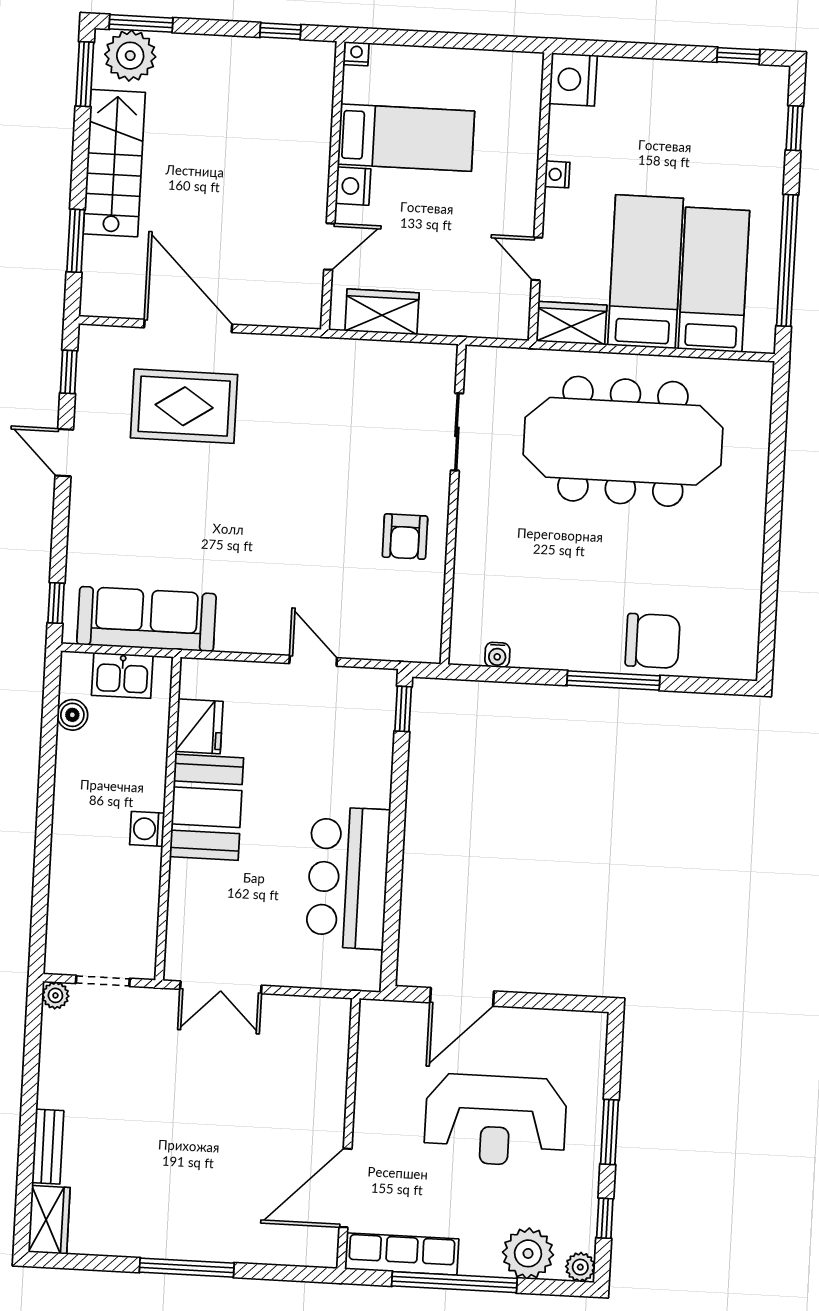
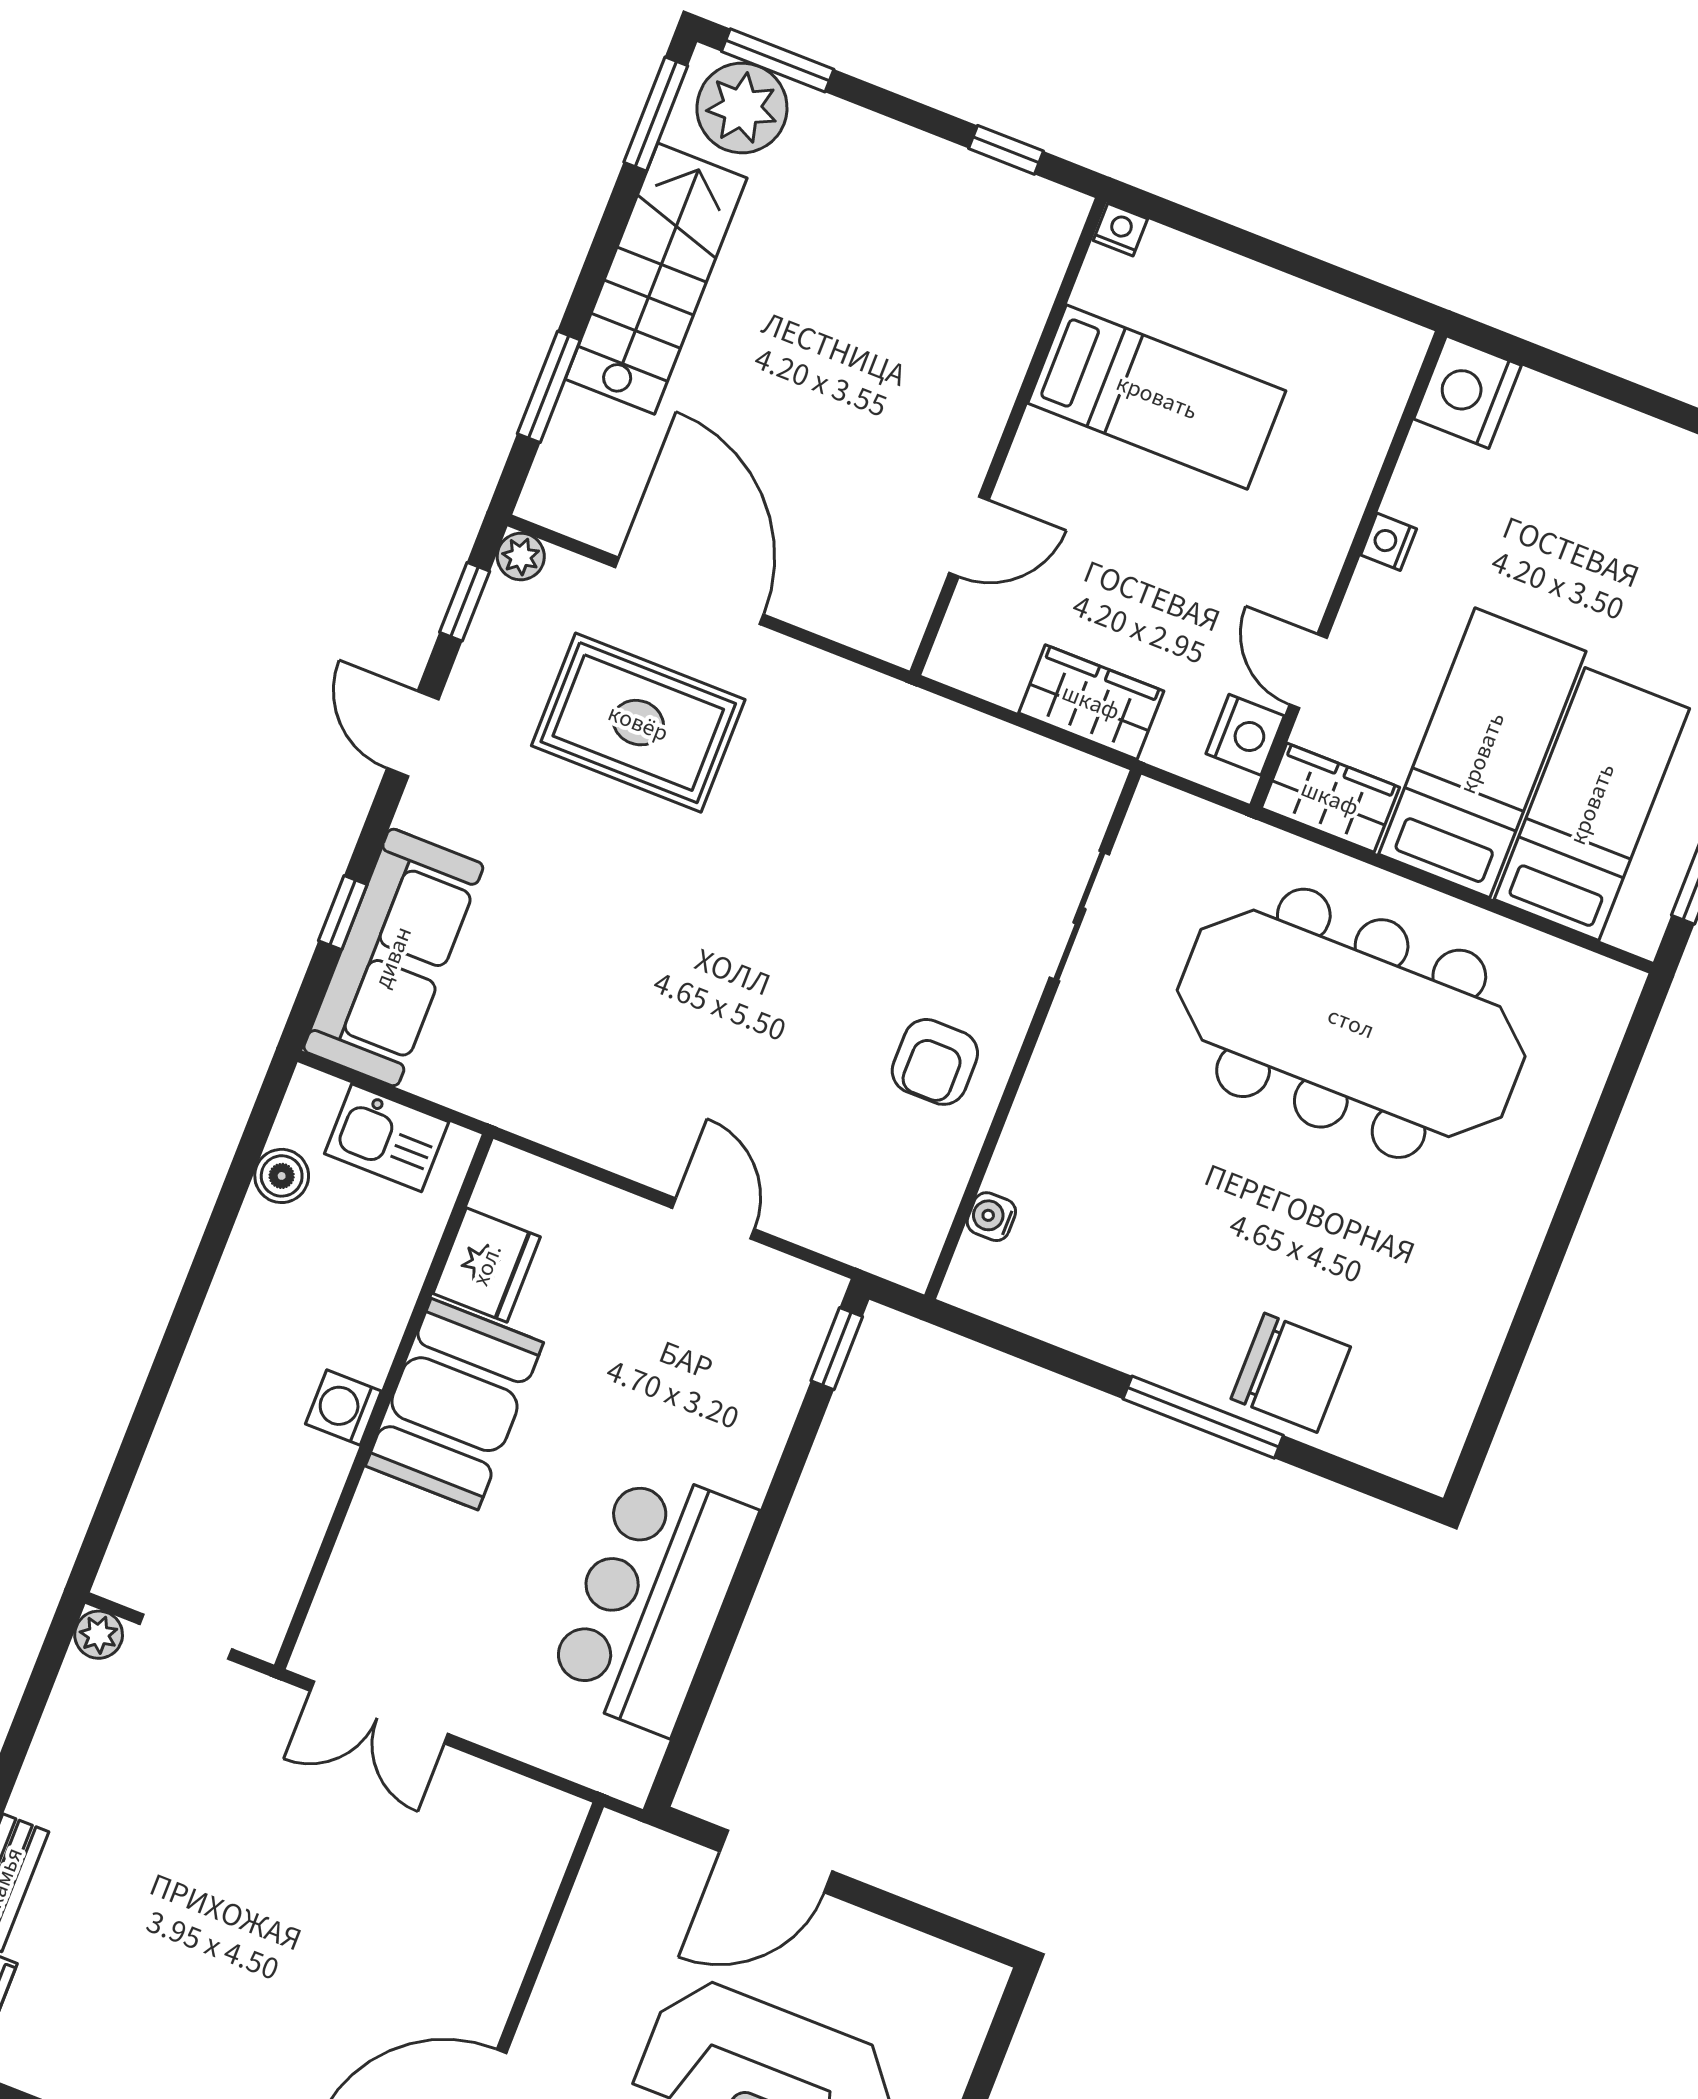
nightstand: (353, 186) -> (1245, 735), moved, turned 180
wardrobe: (382, 312) -> (1091, 702), moved
plant: (91, 337) -> (521, 557), added
window: (56, 603) -> (343, 913), moved
sofa: (146, 619) -> (393, 957), moved, turned 90
water cooler: (497, 655) -> (991, 1217), moved, turned 90

